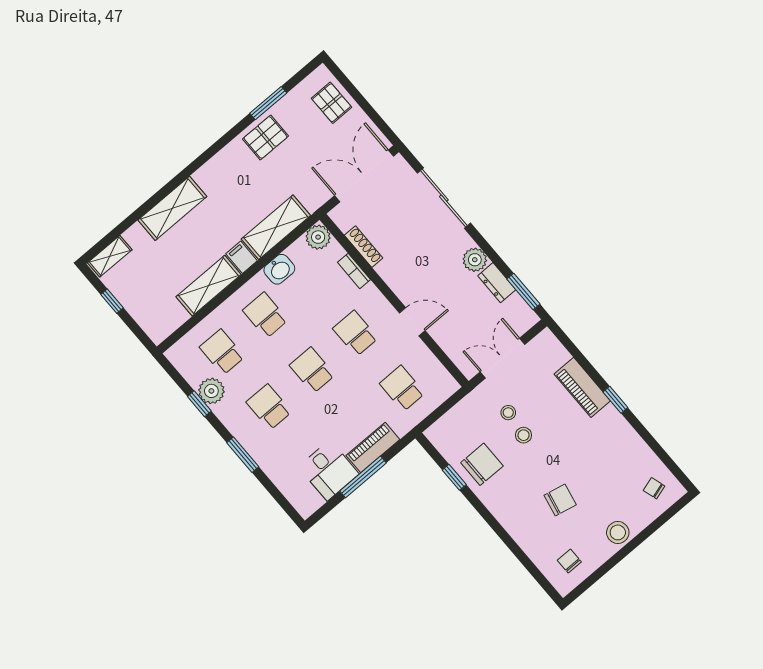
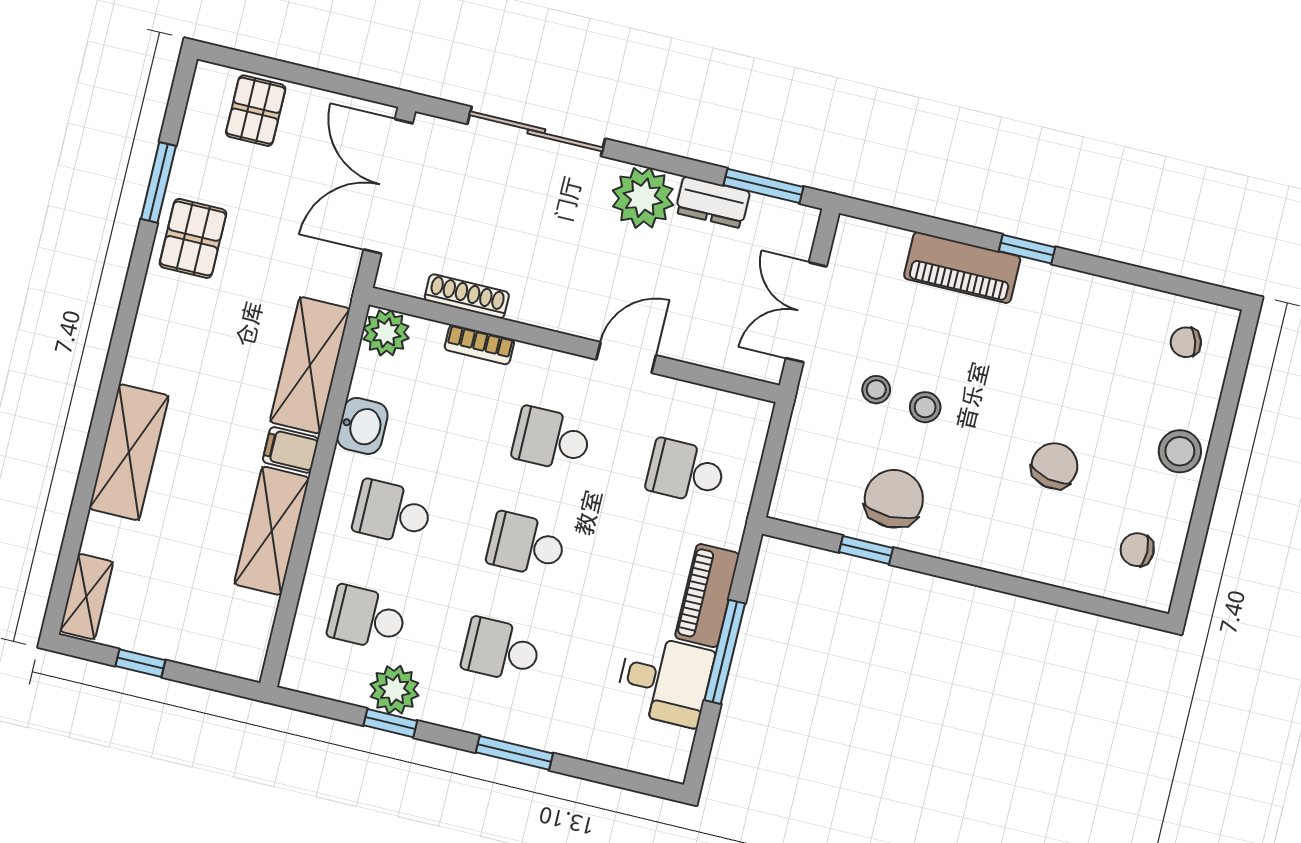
pallet: (332, 103) -> (256, 111), turned 90
plant: (475, 260) -> (643, 198), width x1.36, depth x1.36

